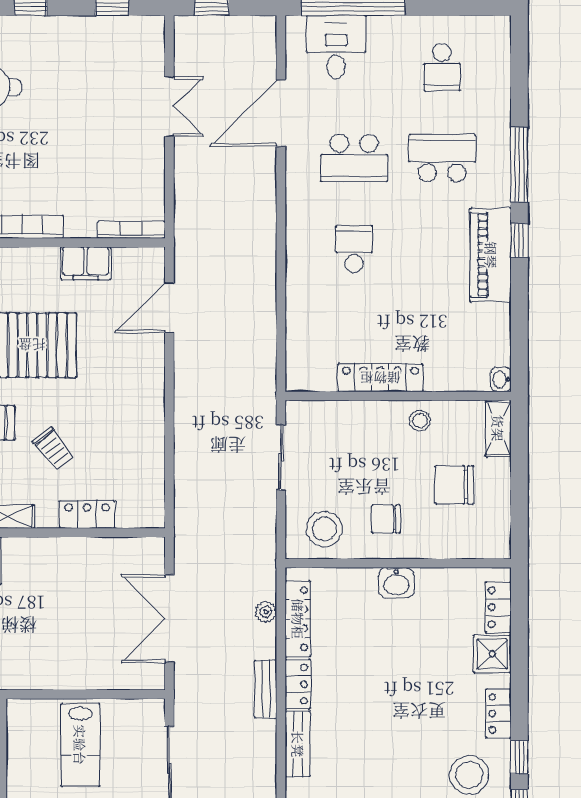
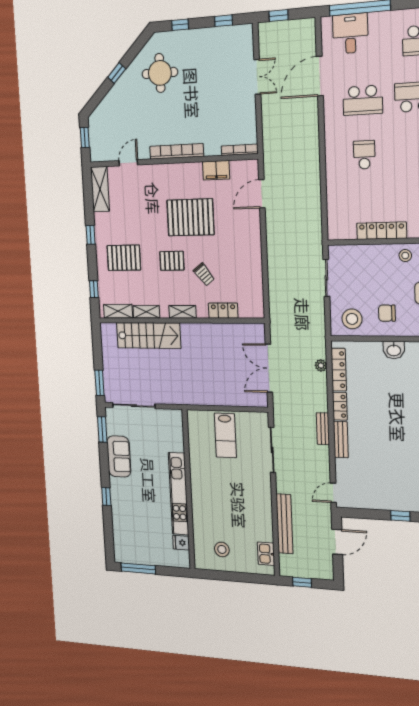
bench: (266, 689) -> (323, 429), moved

